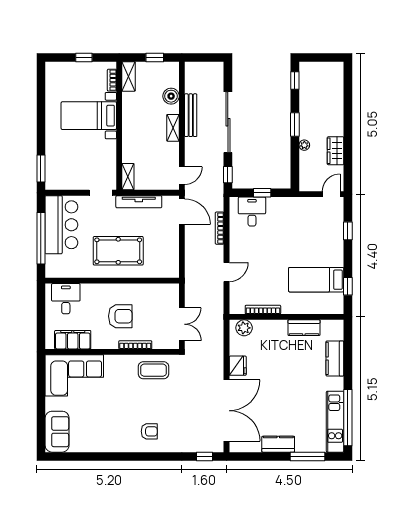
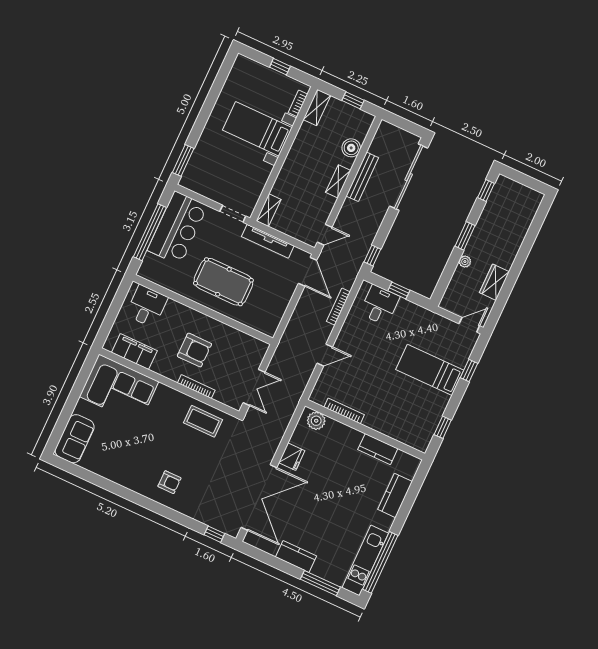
sliding door: (228, 122) -> (409, 177), moved
bed: (316, 280) -> (430, 370), moved

